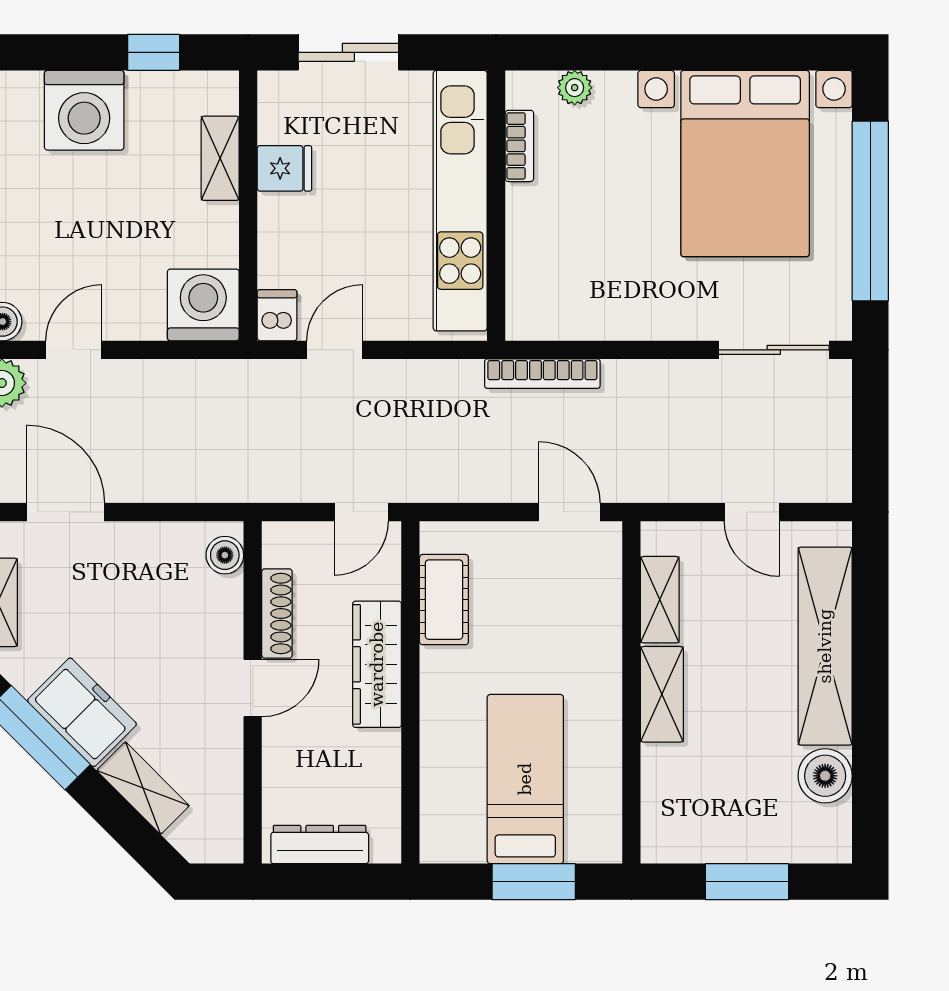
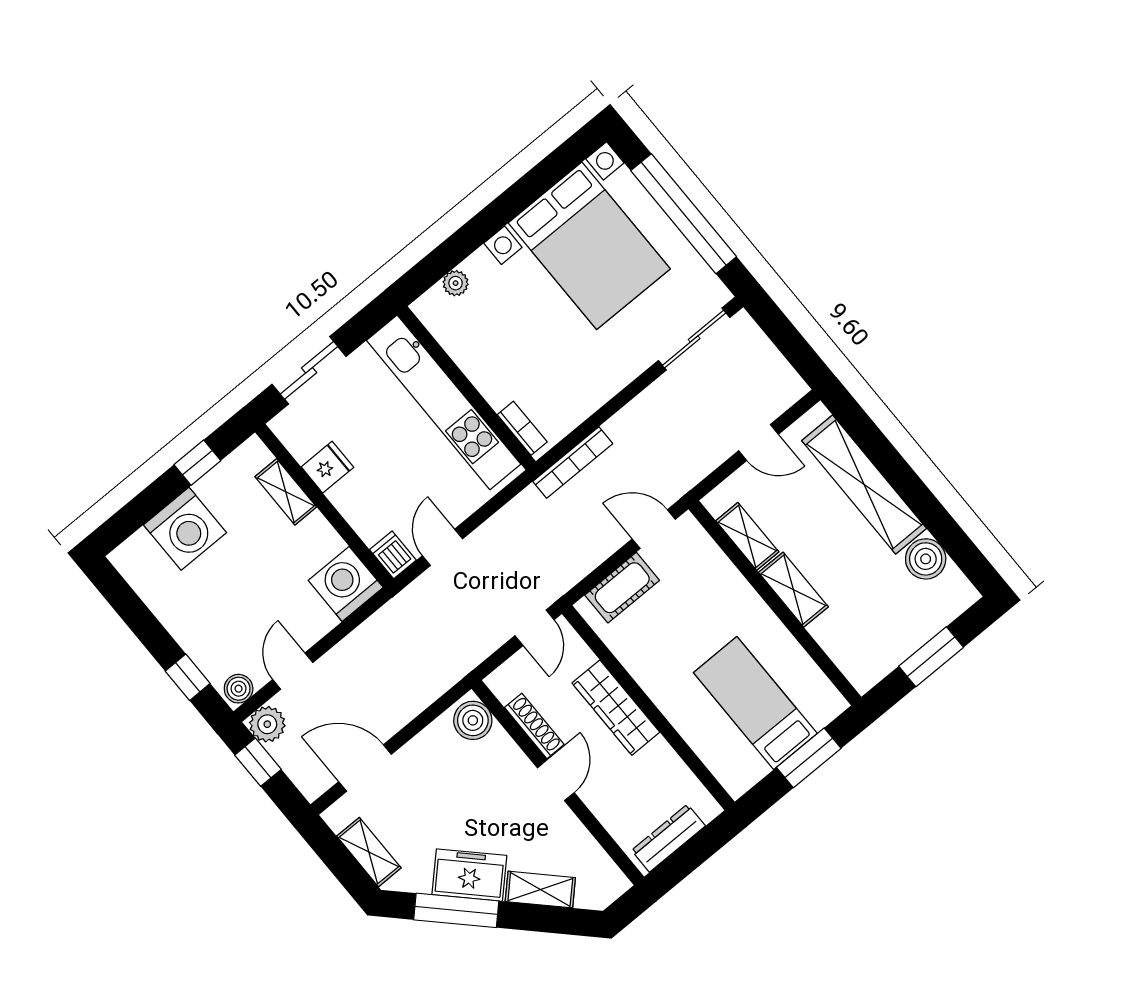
bookcase: (519, 146) -> (522, 428), moved
boiler: (225, 555) -> (473, 720), width x1.36, depth x1.36
cot: (444, 600) -> (622, 588), moved, turned 90

